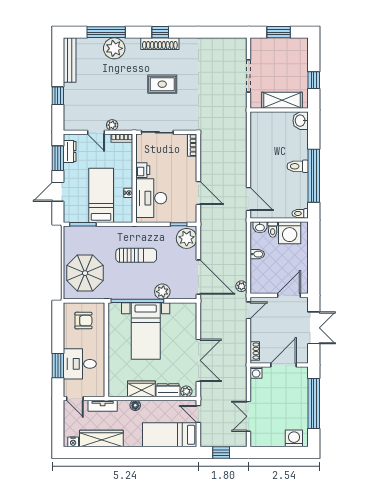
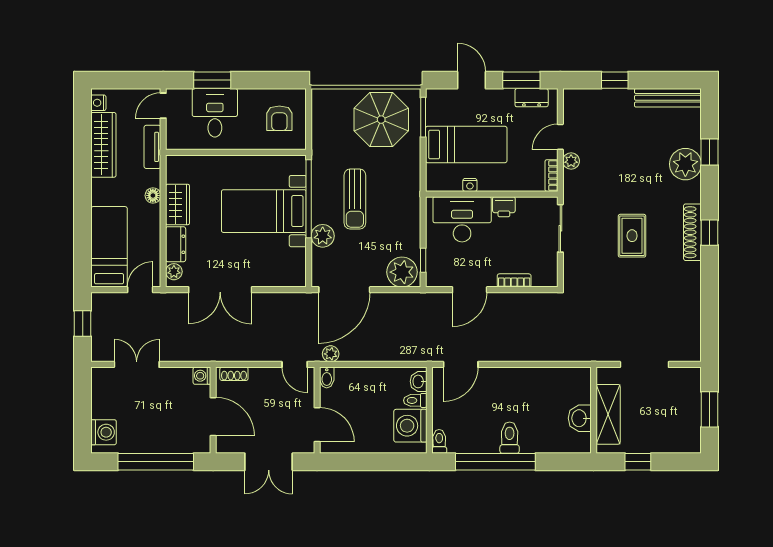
window: (106, 32) -> (710, 152), width x0.46
washbasin: (301, 121) -> (580, 418), moved, turned -90
bookcase: (192, 145) -> (514, 280), moved
bidet: (257, 254) -> (327, 378), moved
sun lounger: (136, 255) -> (355, 199), moved
parasol: (85, 273) -> (381, 120), moved

